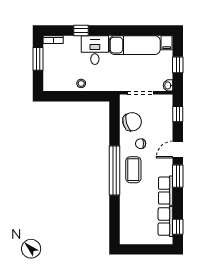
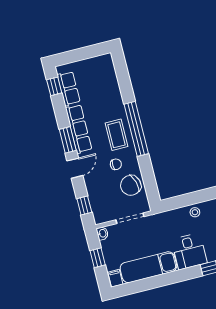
row of seats: (166, 191) -> (79, 129), width x1.48

